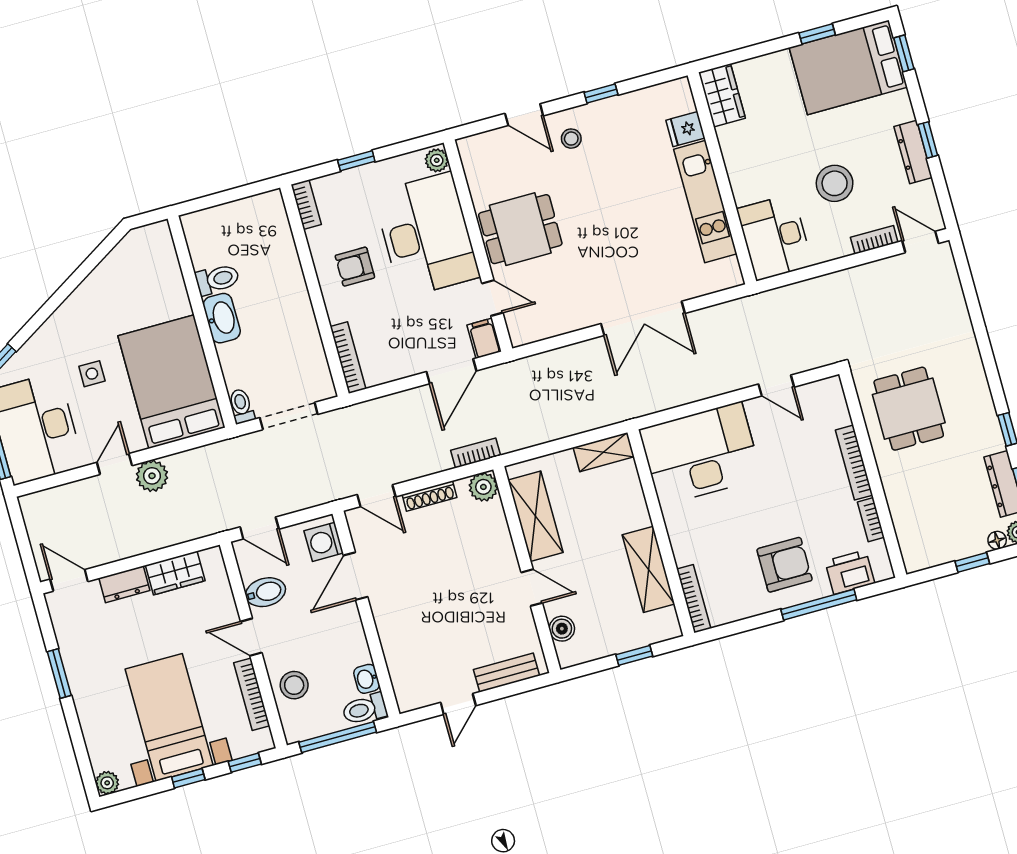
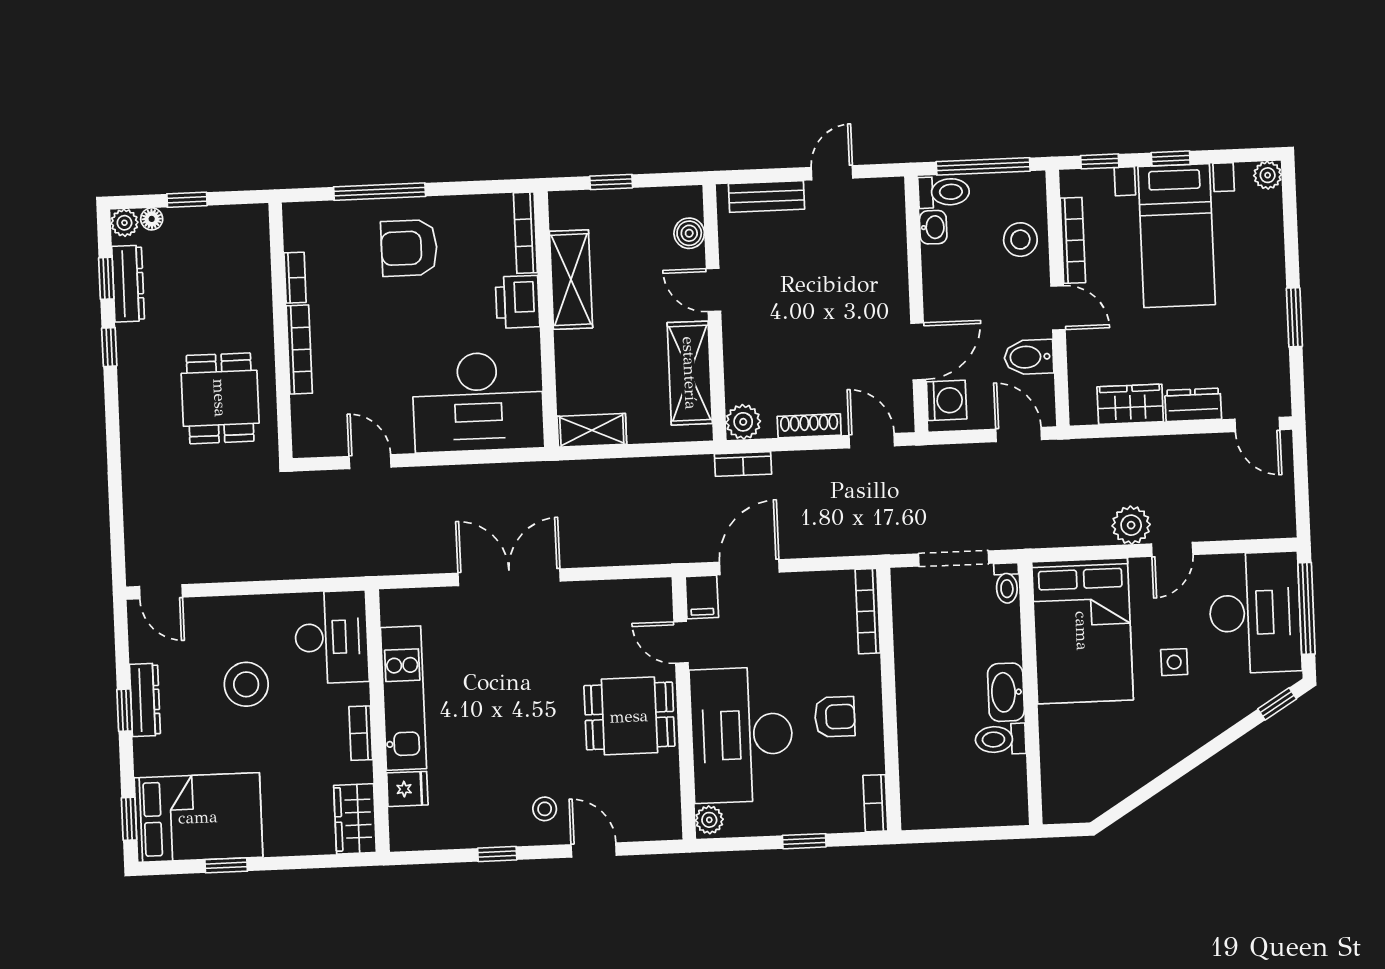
bookcase: (874, 240) -> (361, 733), moved, turned 90
printer: (850, 572) -> (517, 302), moved, turned 90

